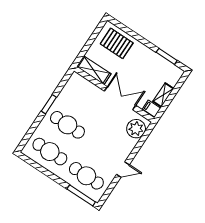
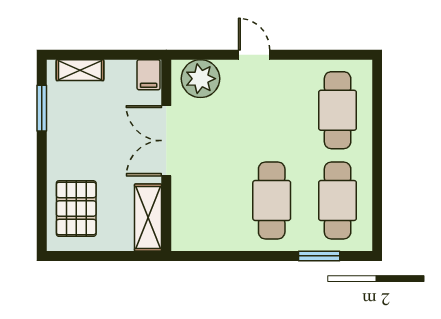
shelving: (163, 95) -> (80, 70), moved
window: (49, 104) -> (319, 256), moved
door: (123, 170) -> (254, 55), moved
window: (81, 195) -> (377, 97), removed

